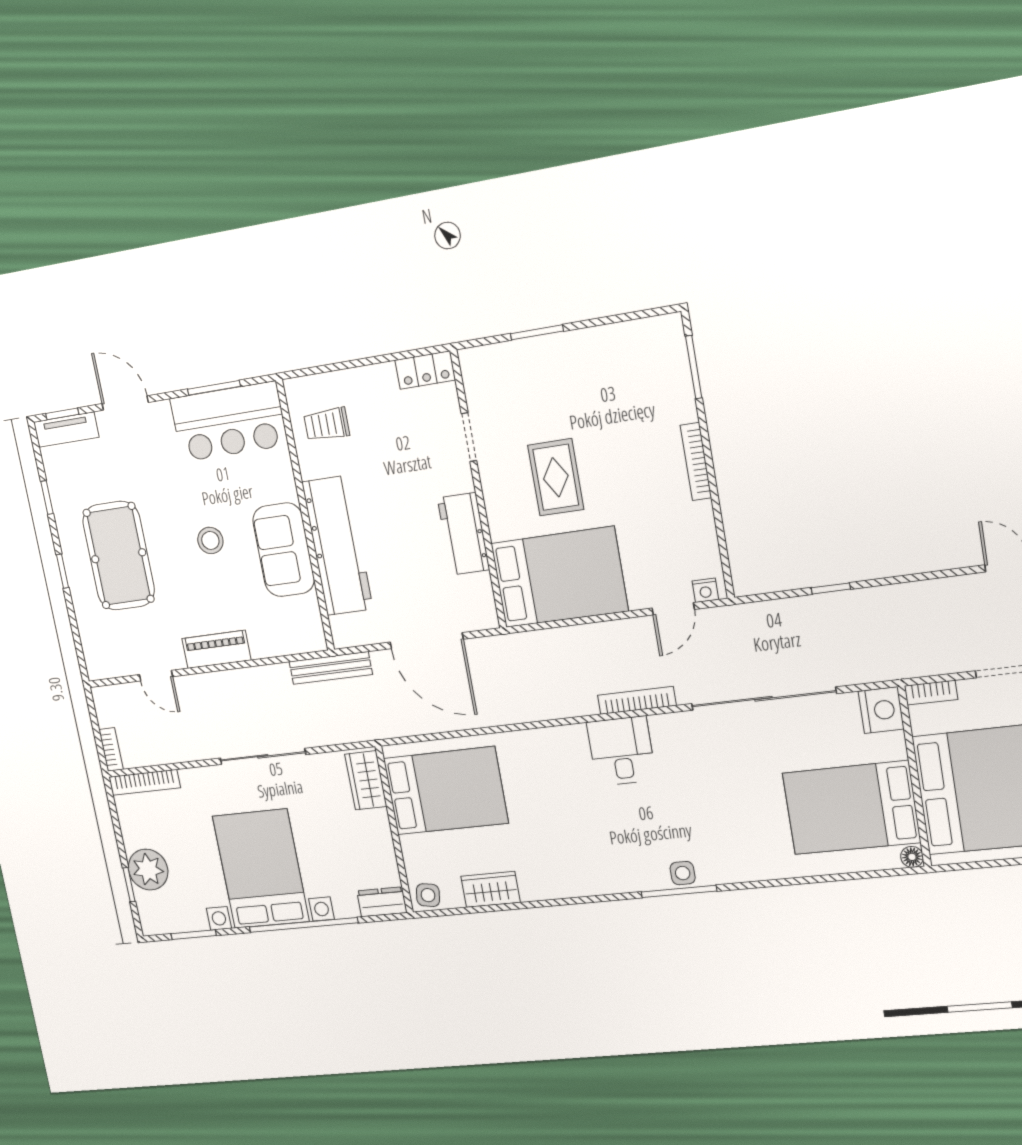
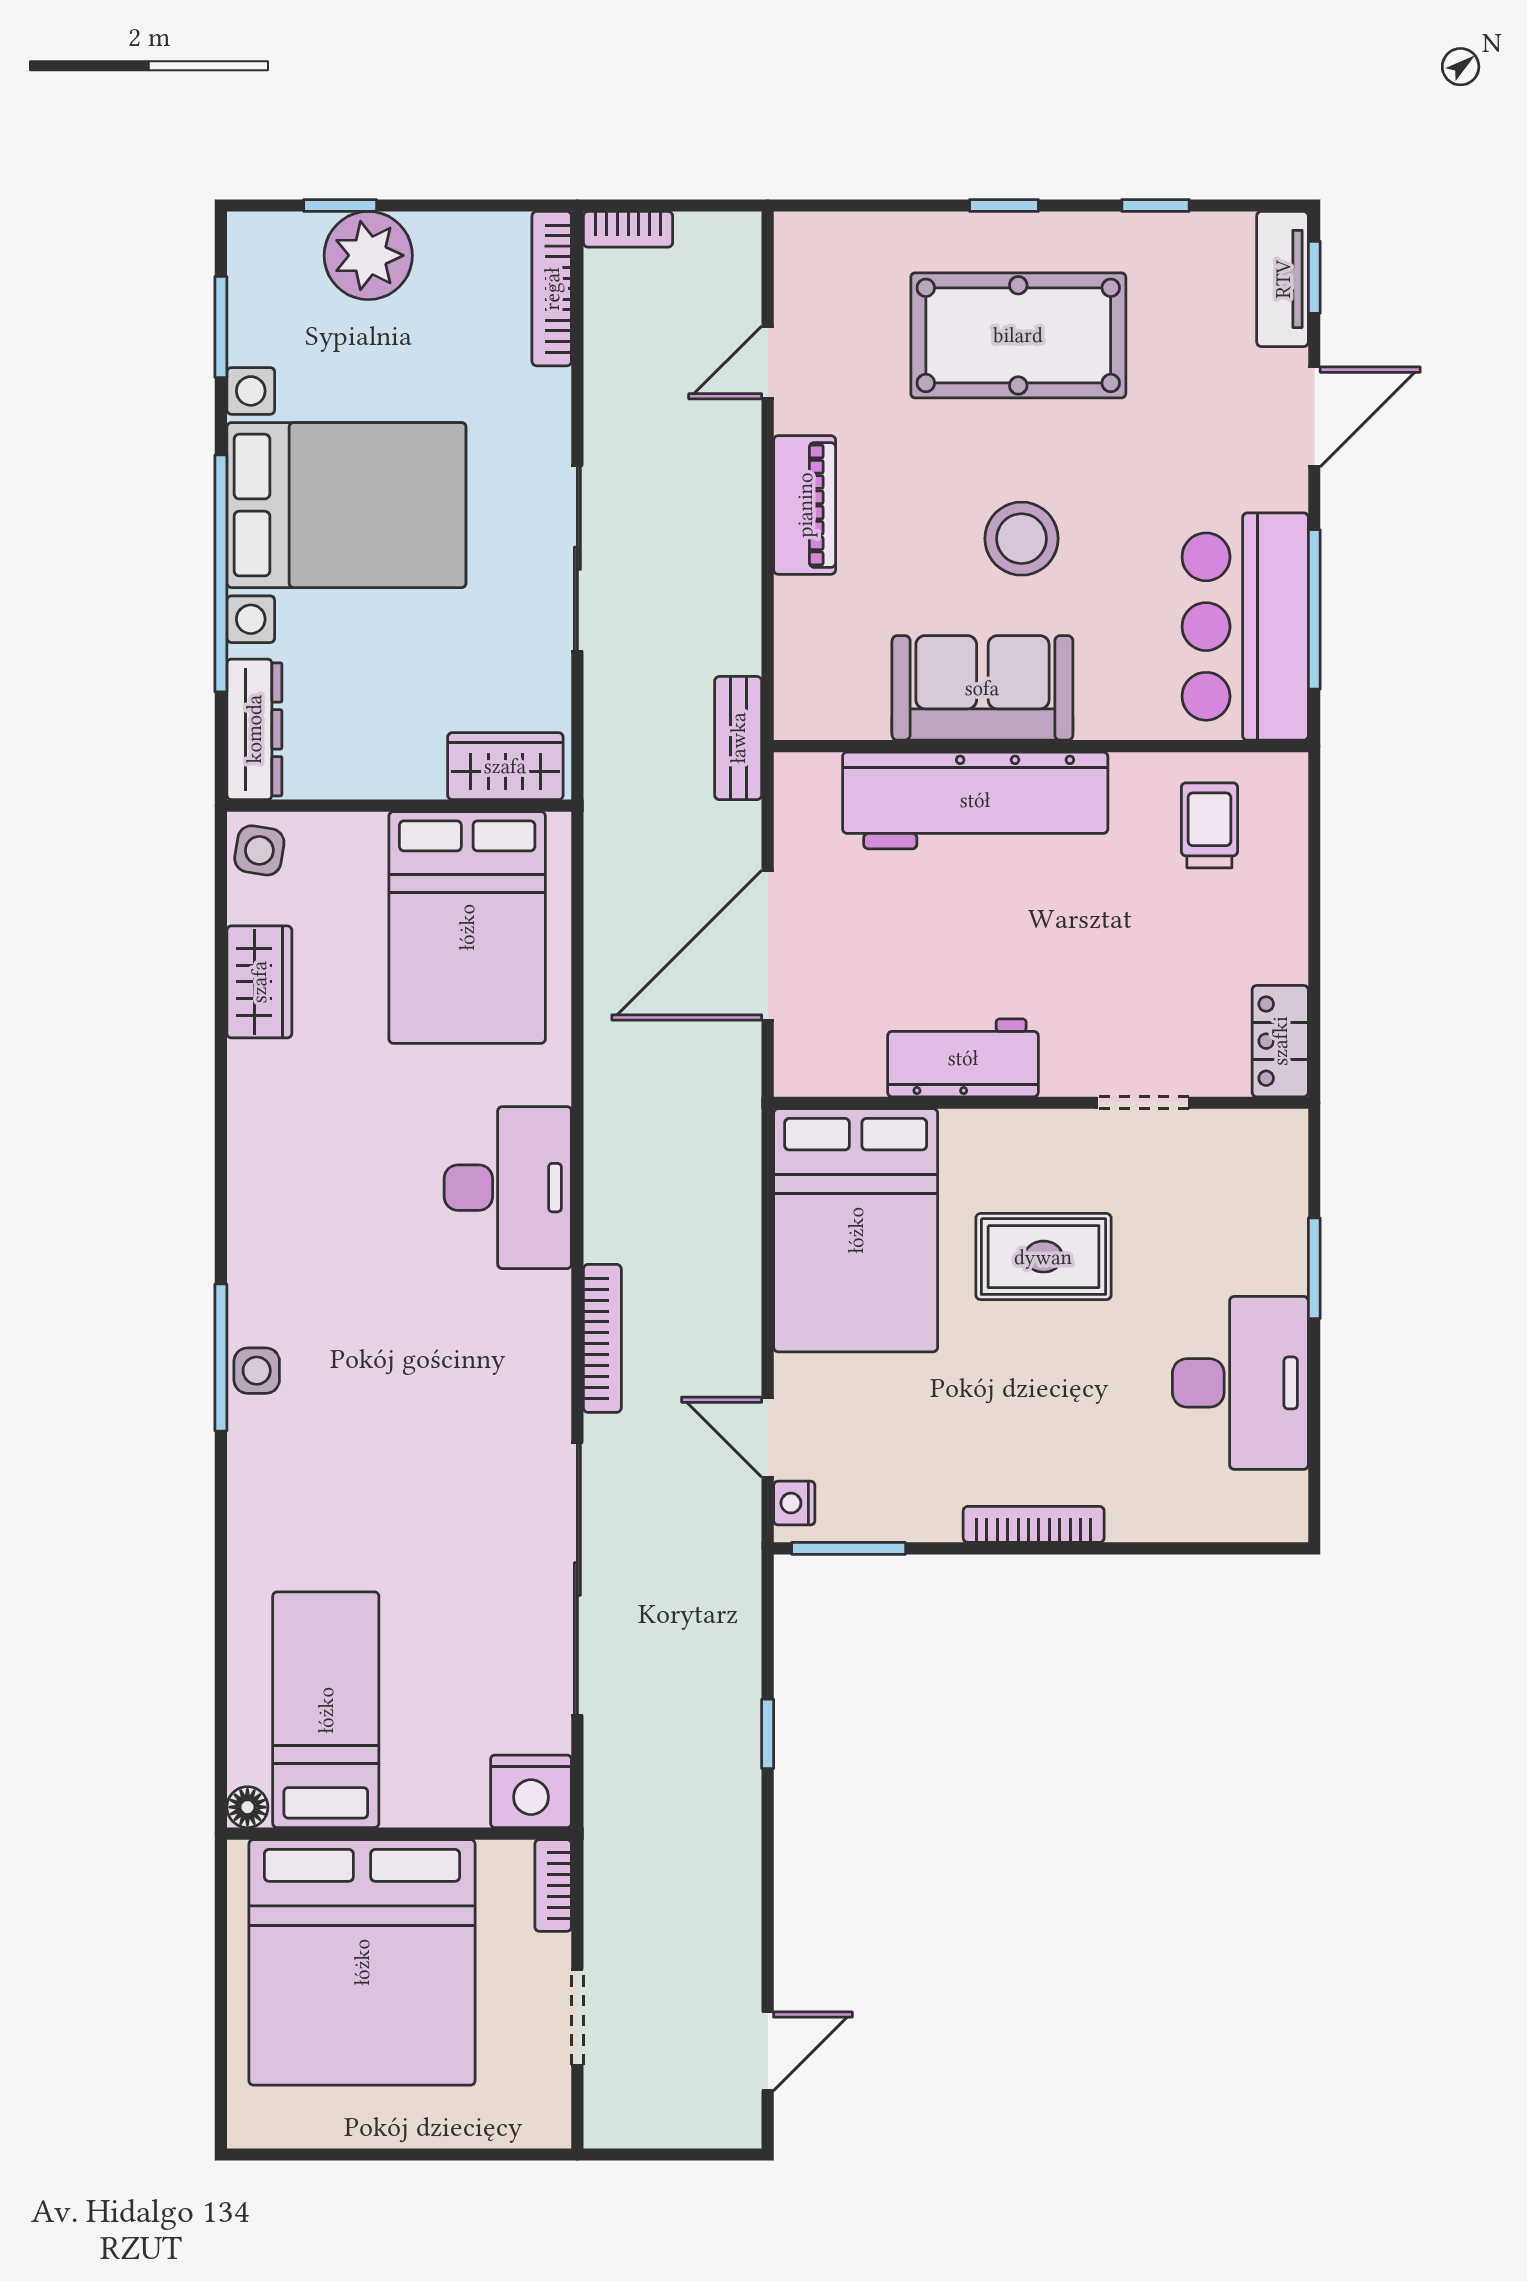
desk: (603, 362) -> (1240, 1383), added
window: (694, 367) -> (849, 1548), moved
window: (214, 388) -> (1314, 609), width x1.44
stool: (210, 540) -> (1022, 539), width x1.38, depth x1.38
bench: (331, 668) -> (738, 738), width x0.73
desk: (621, 751) -> (508, 1188), moved, width x1.37
bed: (851, 808) -> (326, 1710), width x0.67
dresser: (382, 902) -> (254, 729), width x1.44

